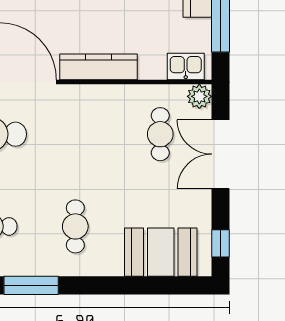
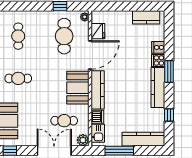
dishwasher: (152, 67) -> (97, 117), added
booth: (94, 106) -> (78, 88), added

